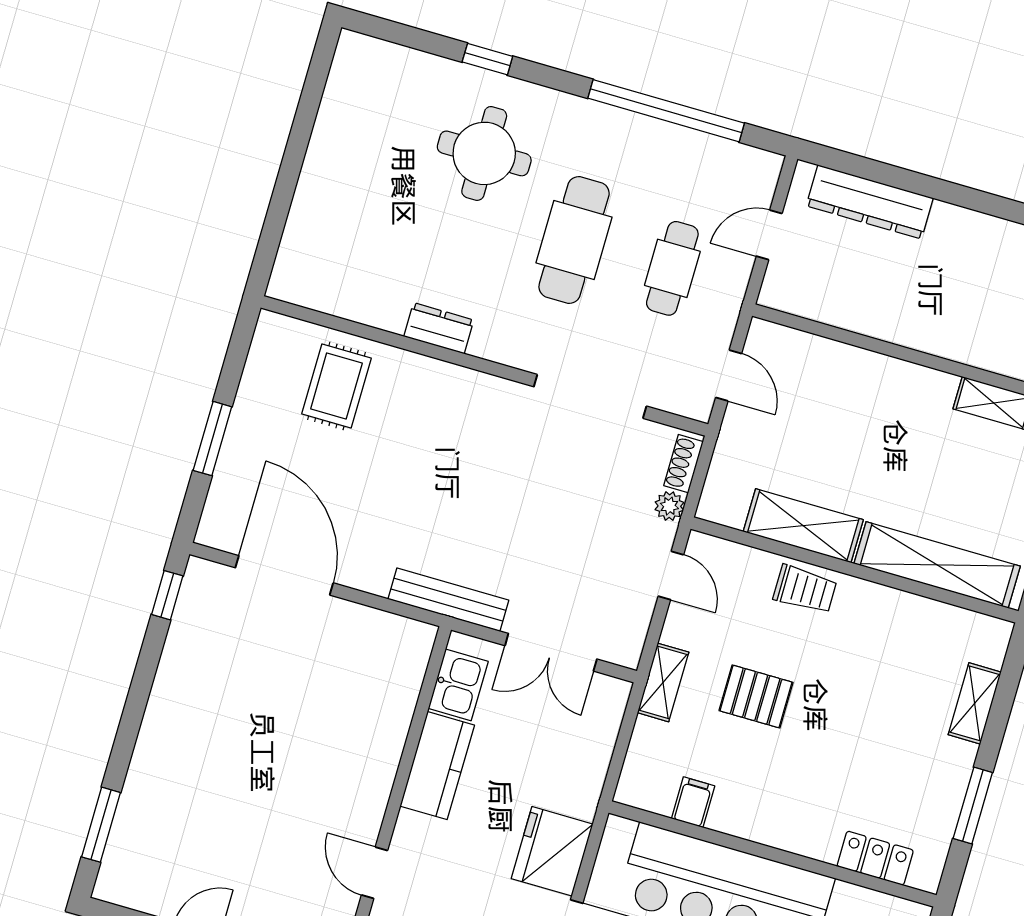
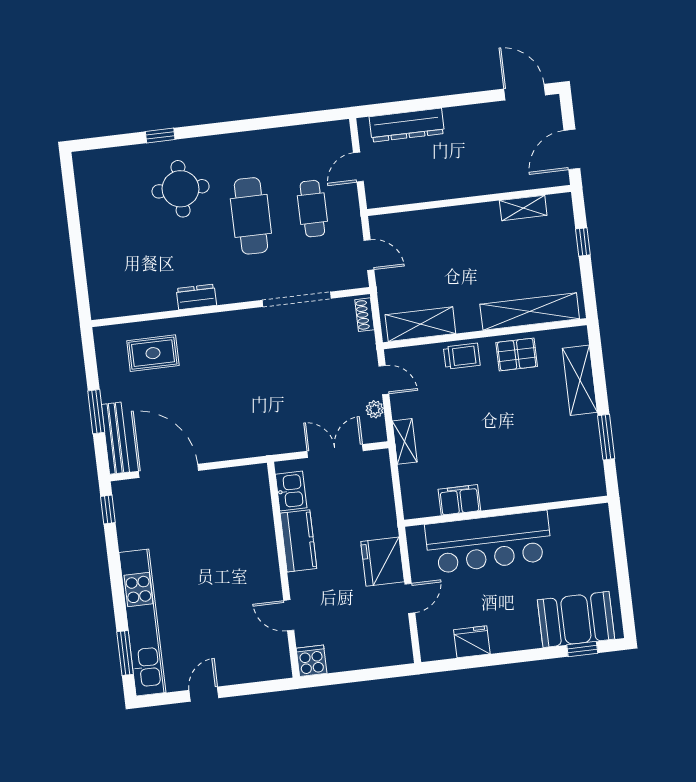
window: (666, 111) -> (272, 122), removed
rug: (336, 386) -> (153, 353), turned 90
plant: (669, 506) -> (375, 409), moved
shelving: (803, 526) -> (420, 324), moved
bench: (448, 600) -> (115, 438), moved, turned 90
double door: (551, 652) -> (335, 451), swing flipped
pallet: (756, 696) -> (517, 354), moved
shelving: (975, 703) -> (580, 380), width x1.50, depth x1.33
kitchen unit: (147, 790) -> (142, 623), added
filing cabinet: (693, 802) -> (459, 500), width x2.00
locker: (875, 858) -> (564, 489), removed

